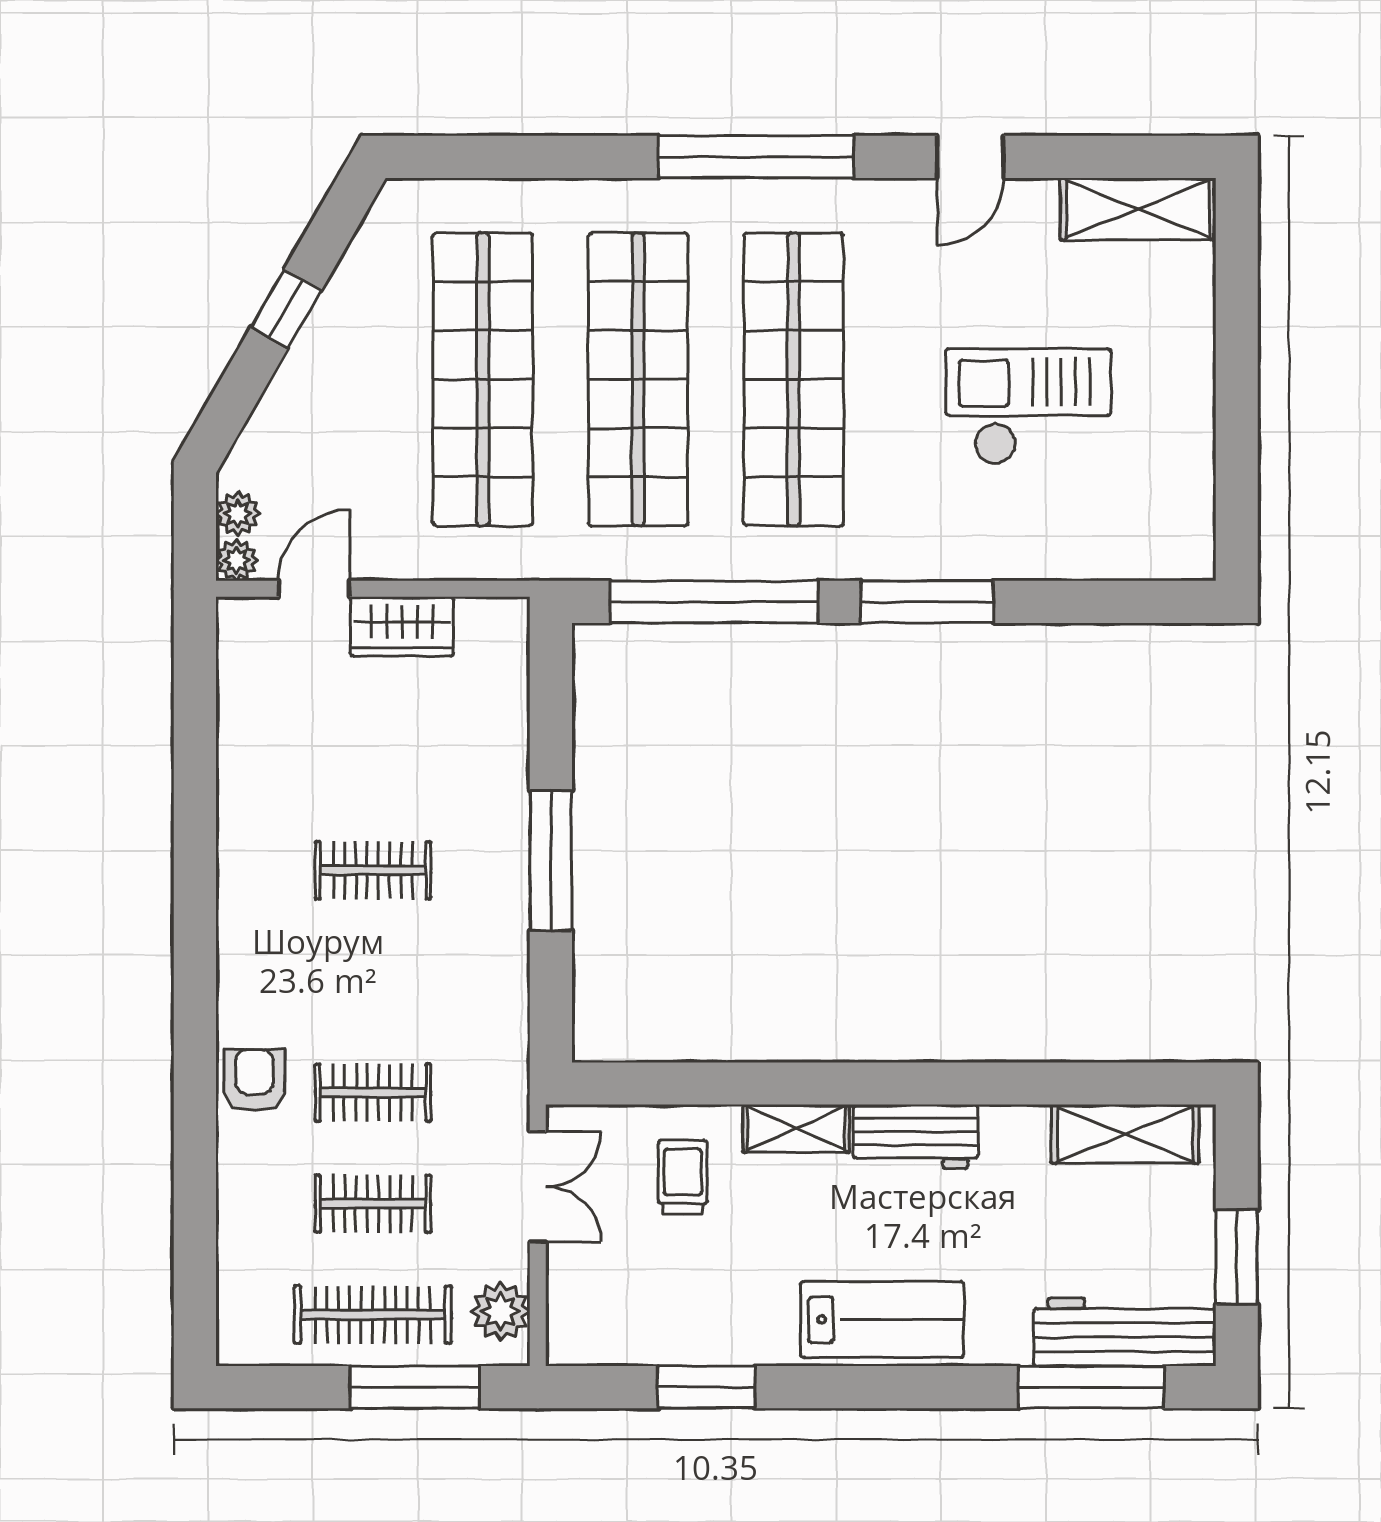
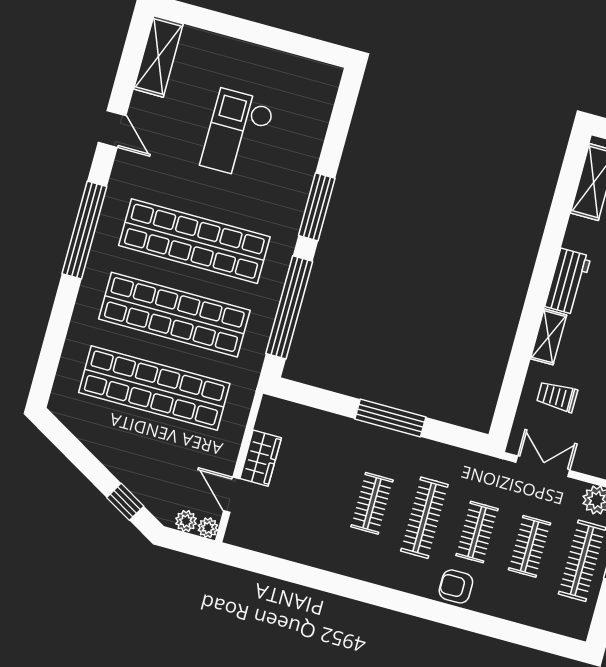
window: (286, 309) -> (125, 502), moved
clothes rail: (373, 981) -> (424, 518), added

